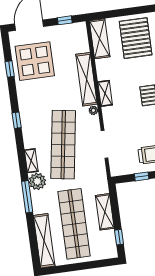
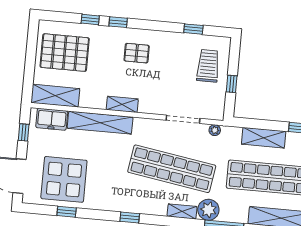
freezer: (80, 40) -> (52, 119), added
plant: (93, 110) -> (215, 130), moved

